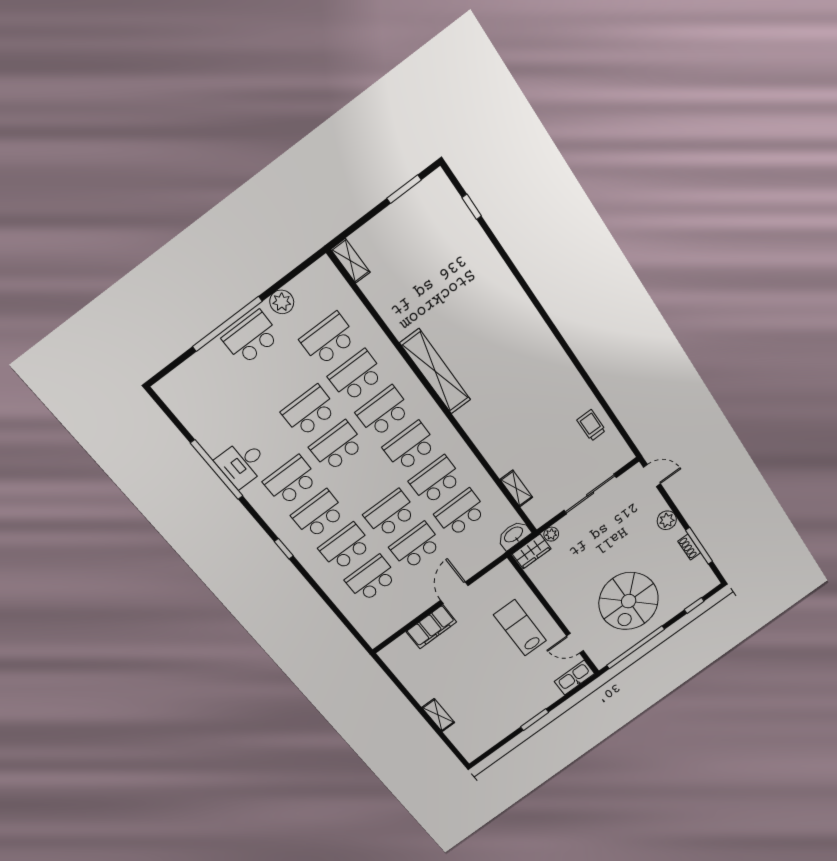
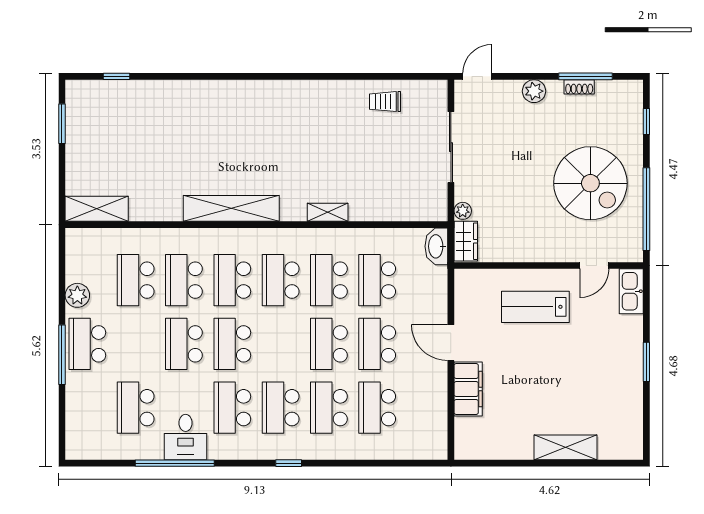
shelving: (350, 261) -> (97, 209), width x1.50, depth x1.33
window: (227, 324) -> (62, 355), width x0.68
school desk: (233, 411) -> (136, 408), added
shelving: (516, 488) -> (328, 212), moved
shelving: (438, 715) -> (565, 447), width x1.50, depth x1.33

